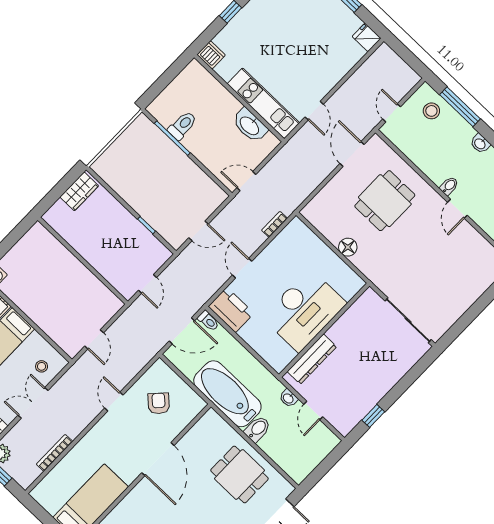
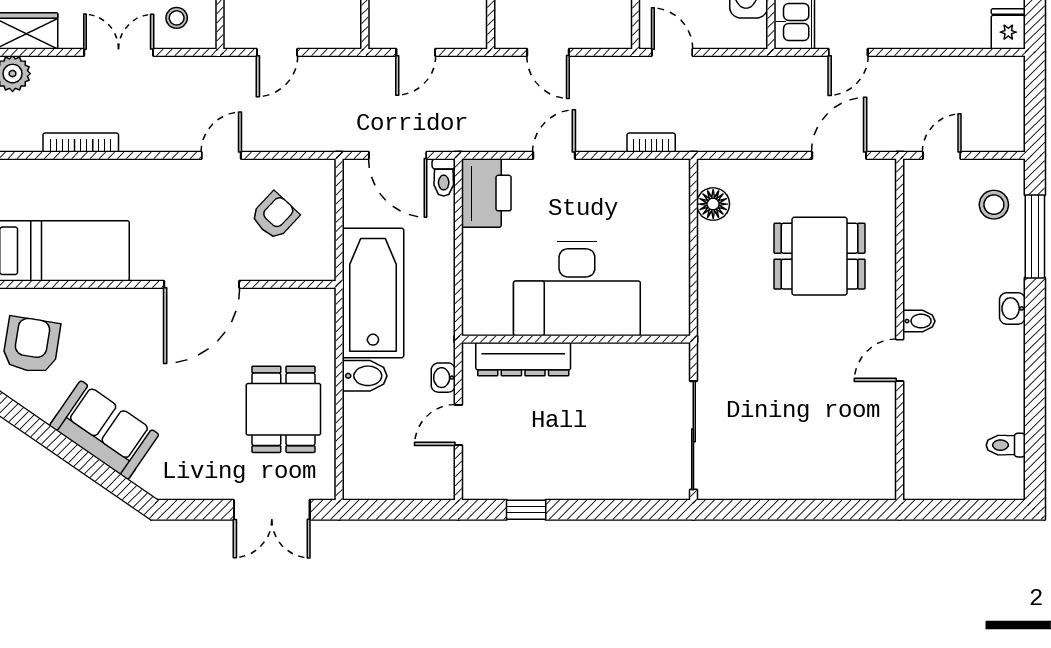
floor lamp: (348, 247) -> (713, 204), moved

